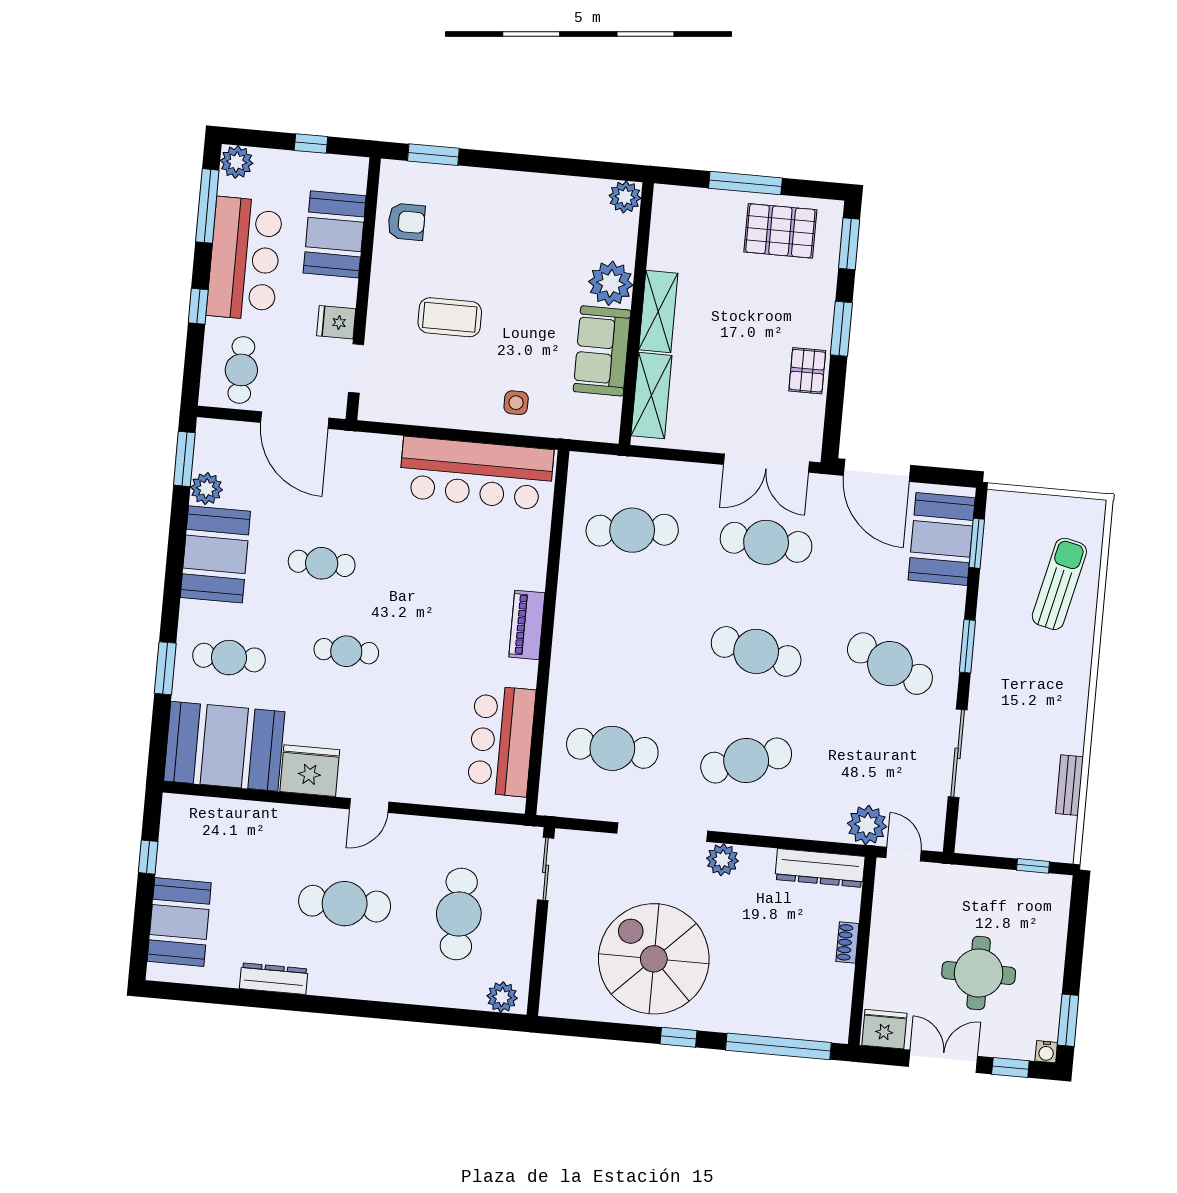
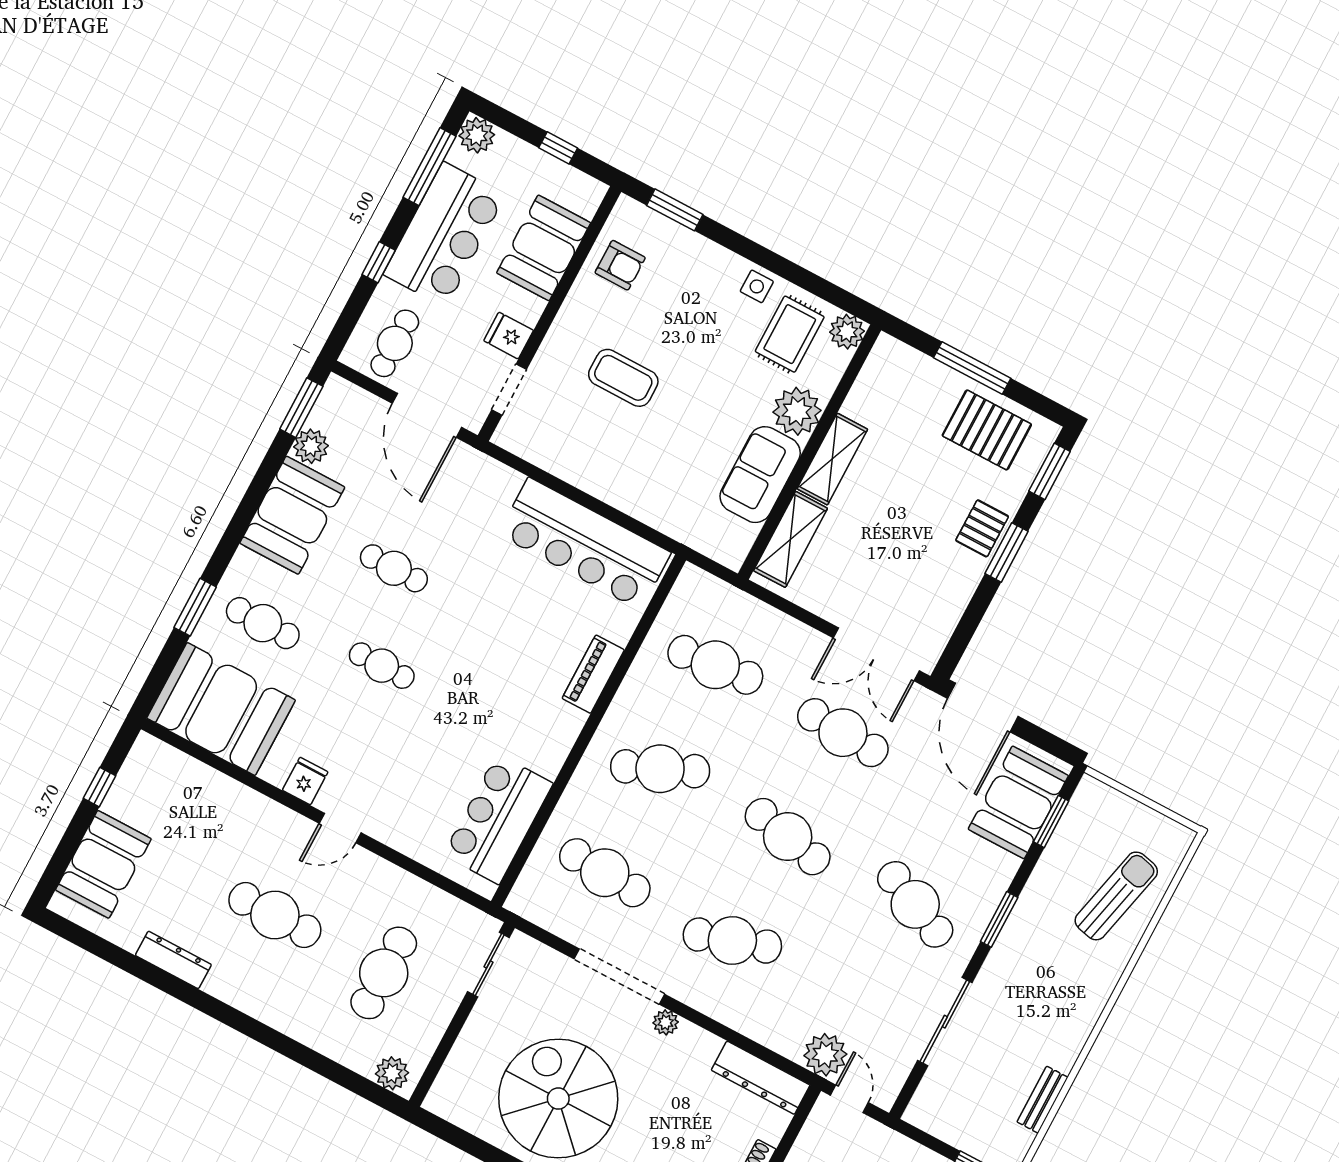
rug: (577, 220) -> (790, 334), added
pallet: (807, 371) -> (982, 528), moved
side table: (516, 403) -> (757, 286), moved
piano: (527, 625) -> (593, 674), moved
cafe table: (622, 639) -> (660, 769), added
fridge: (310, 771) -> (305, 781), width x0.53, depth x0.75
plant: (722, 860) -> (666, 1022), width x0.73, depth x0.73

